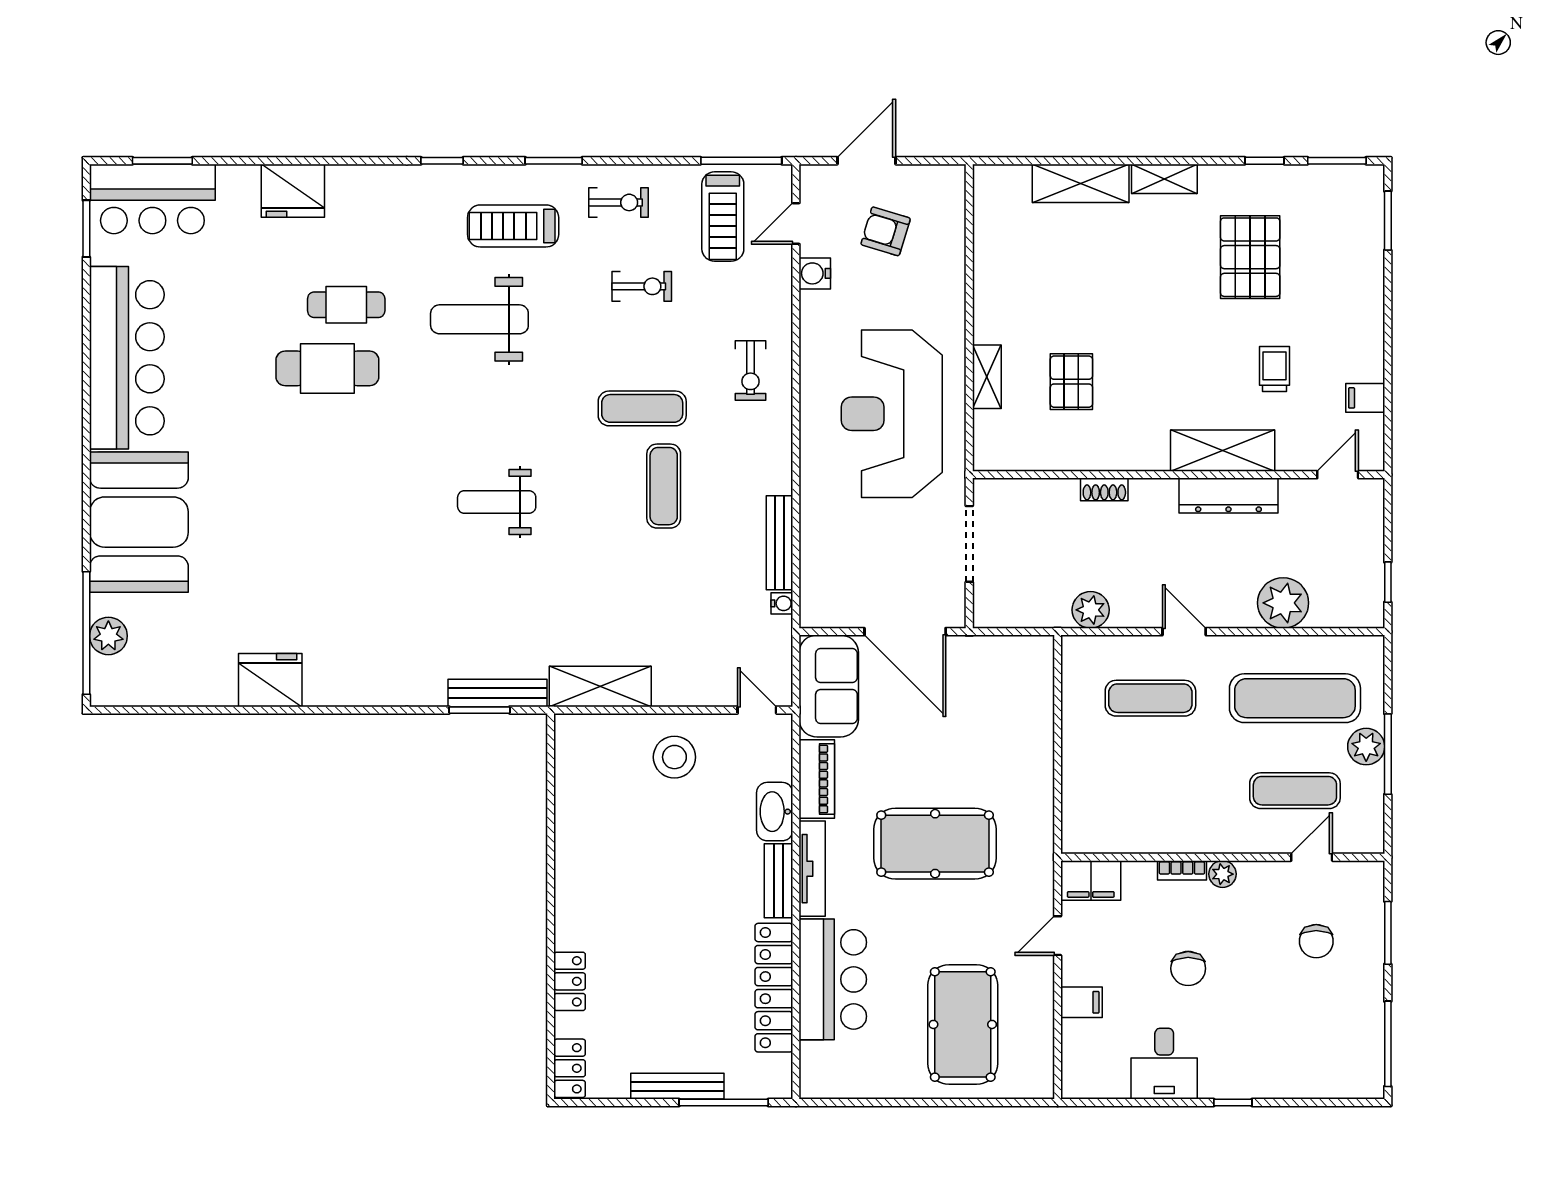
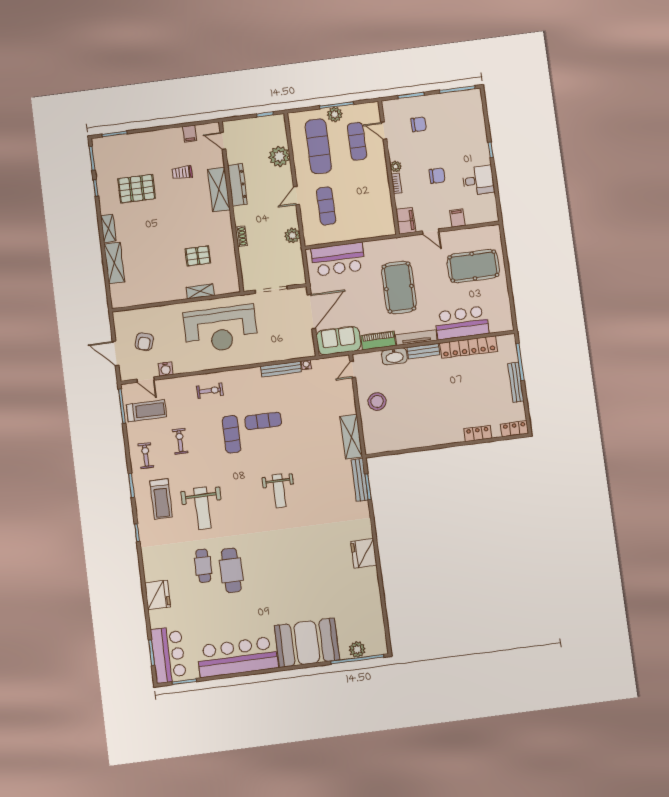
fridge: (270, 680) -> (364, 553), moved
bar counter: (1020, 710) -> (338, 259), added

